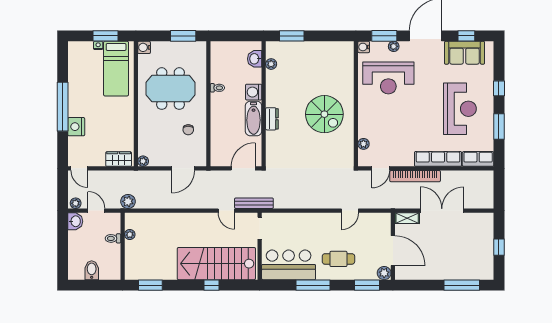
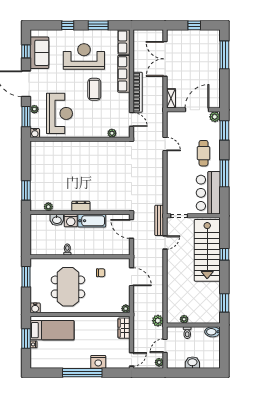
washbasin: (255, 59) -> (57, 220), moved
spiral stairs: (324, 114) -> (88, 164), removed
dresser: (272, 119) -> (81, 206), moved
coffee table: (419, 122) -> (94, 89), added
double door: (442, 211) -> (165, 59), moved
washbasin: (75, 221) -> (192, 363), moved
bidet: (92, 270) -> (213, 332), moved

